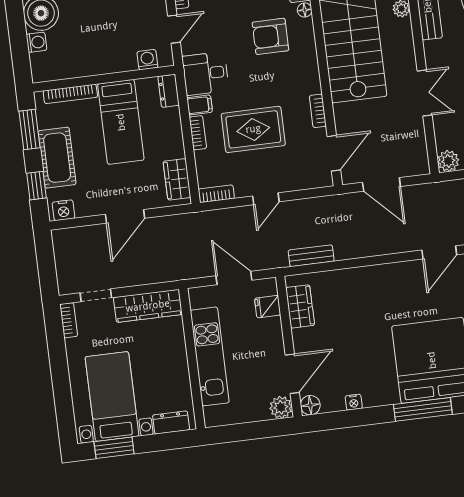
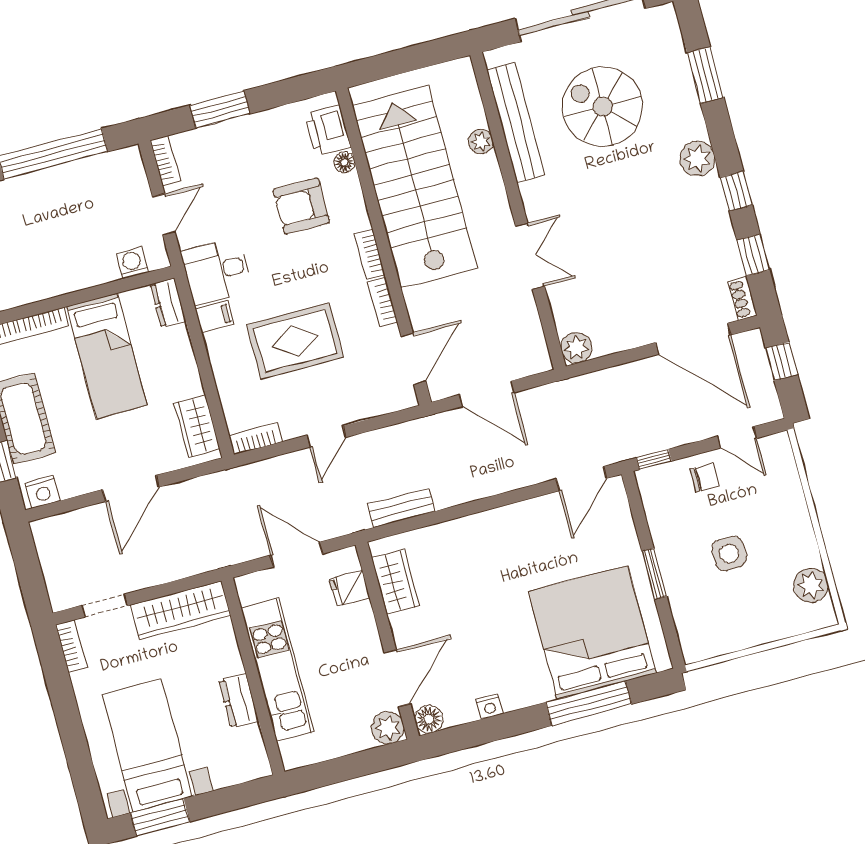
bookcase: (198, 133) -> (370, 254), moved, turned 180
dresser: (171, 422) -> (239, 700), moved, turned -90

